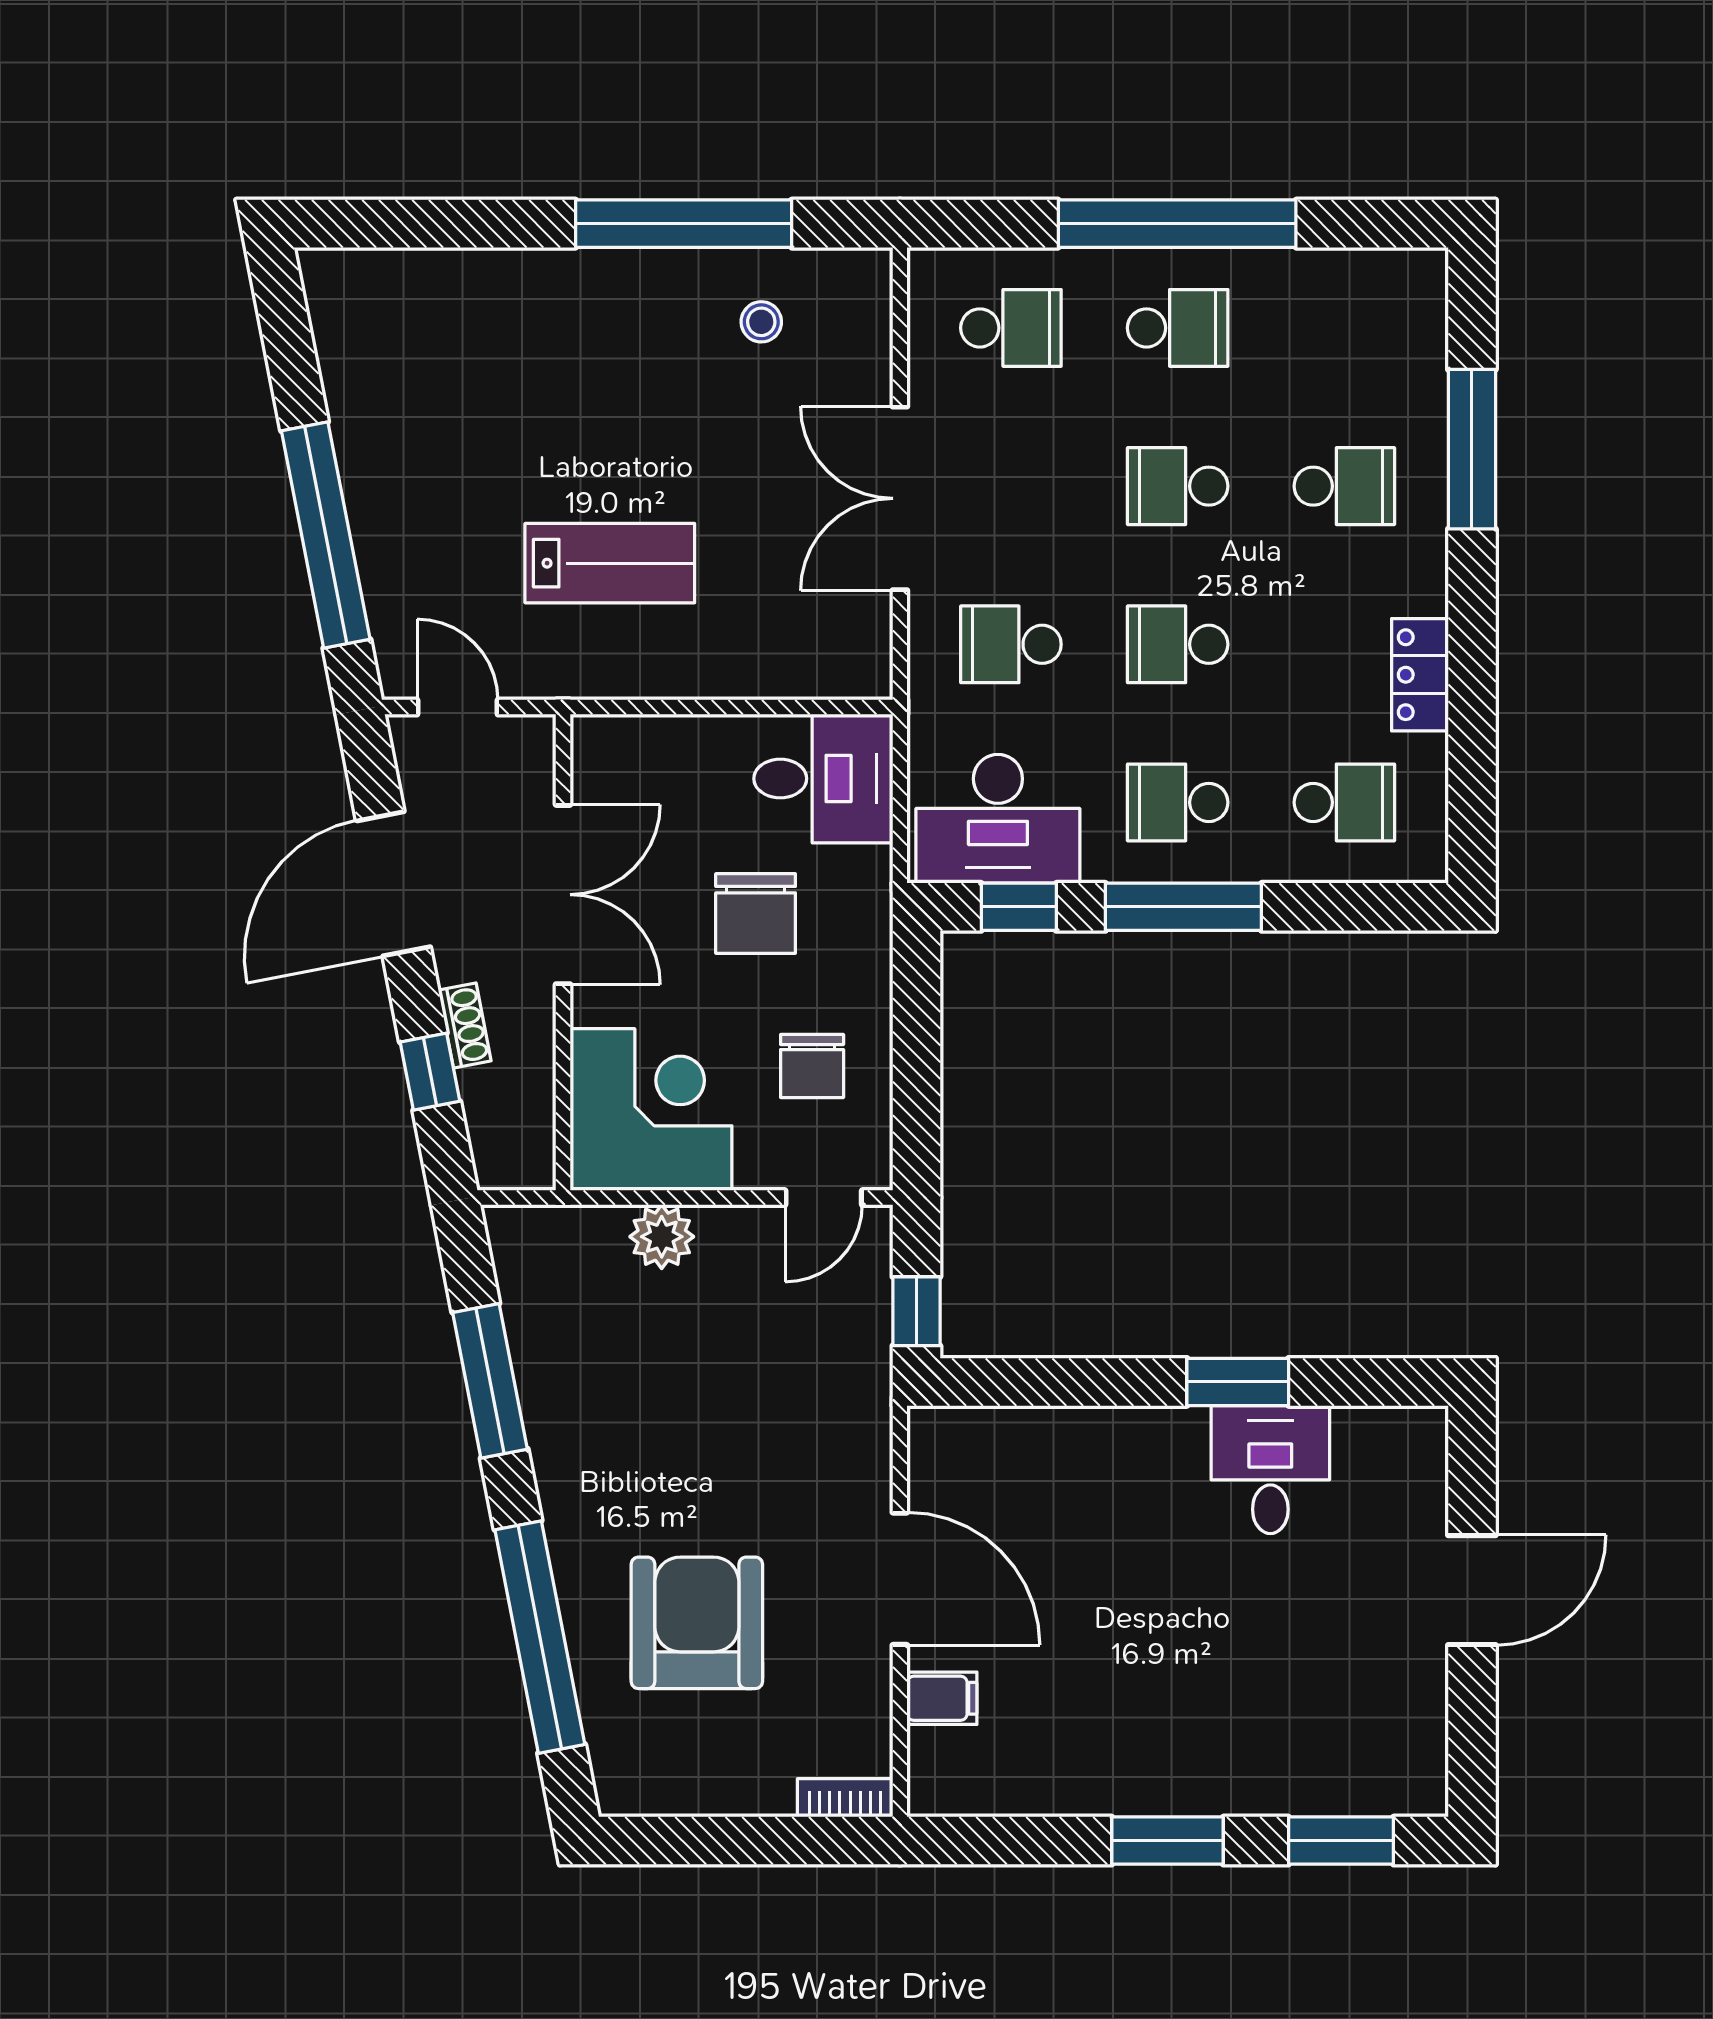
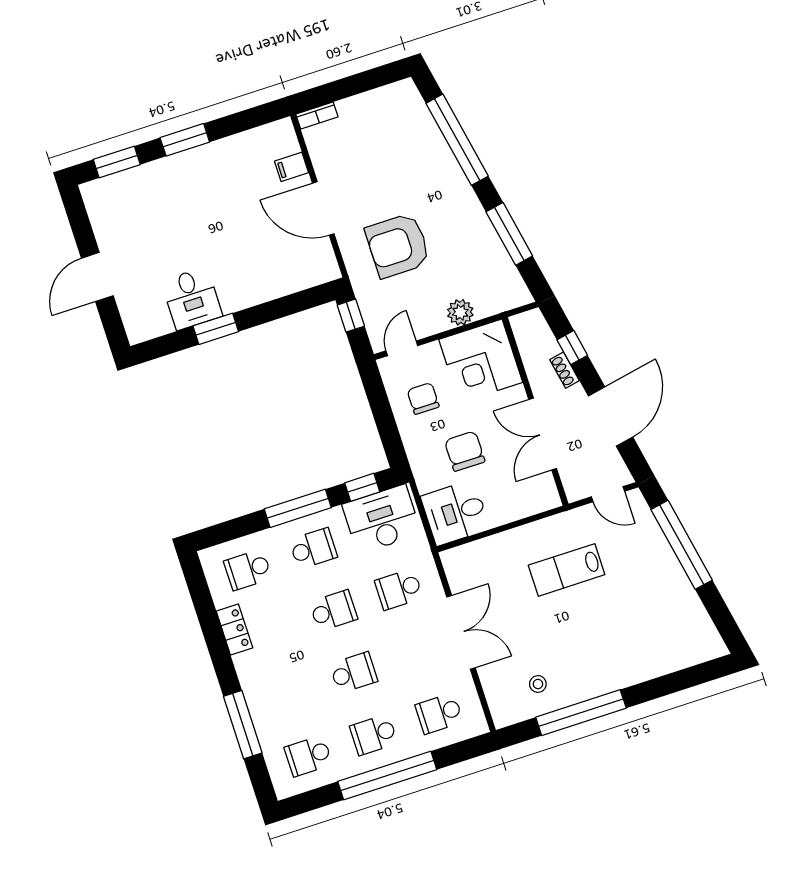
school desk: (1344, 486) -> (308, 756), moved
school desk: (1011, 644) -> (399, 589), turned 180
armchair: (697, 1623) -> (398, 245), moved, turned 90

